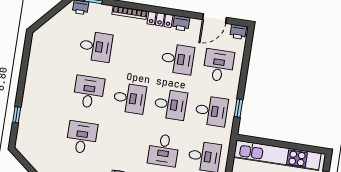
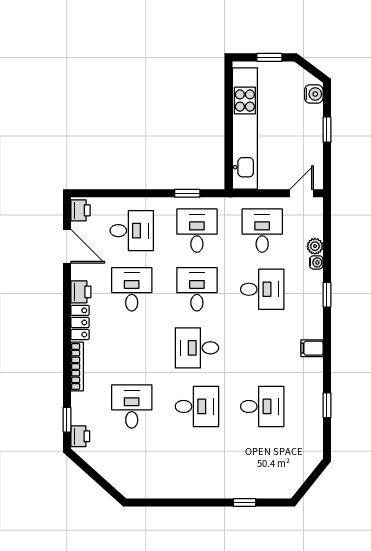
desk: (218, 65) -> (132, 231), turned 180
desk: (89, 92) -> (197, 406), turned 180
desk: (130, 98) -> (197, 348), turned -90
desk: (82, 137) -> (262, 406), turned 180

